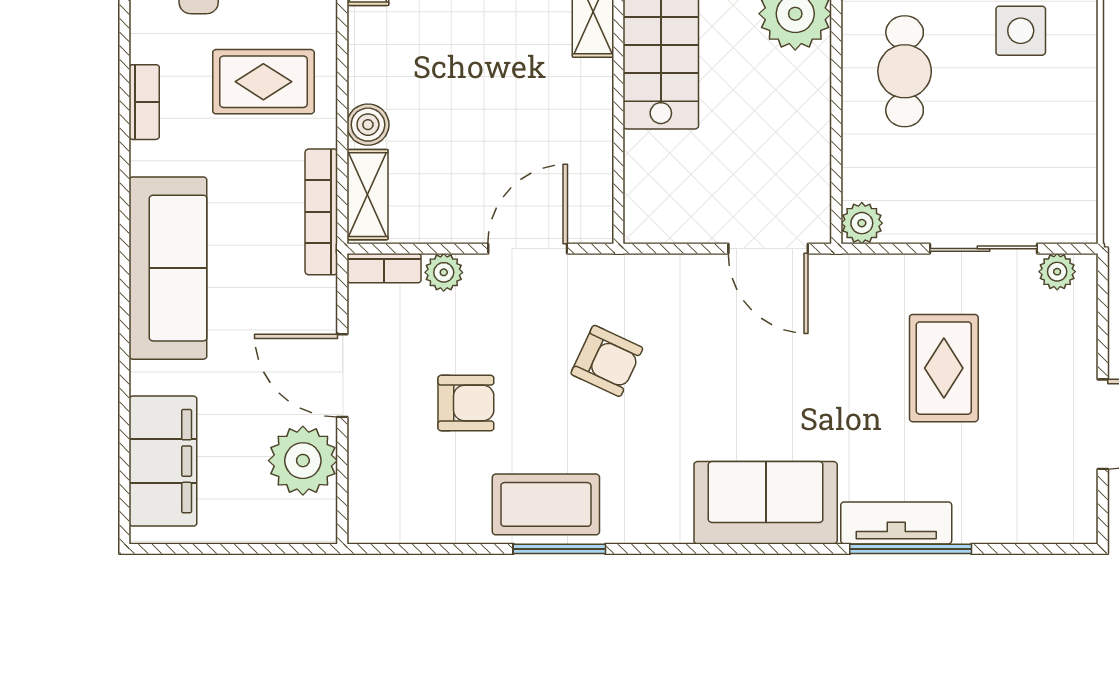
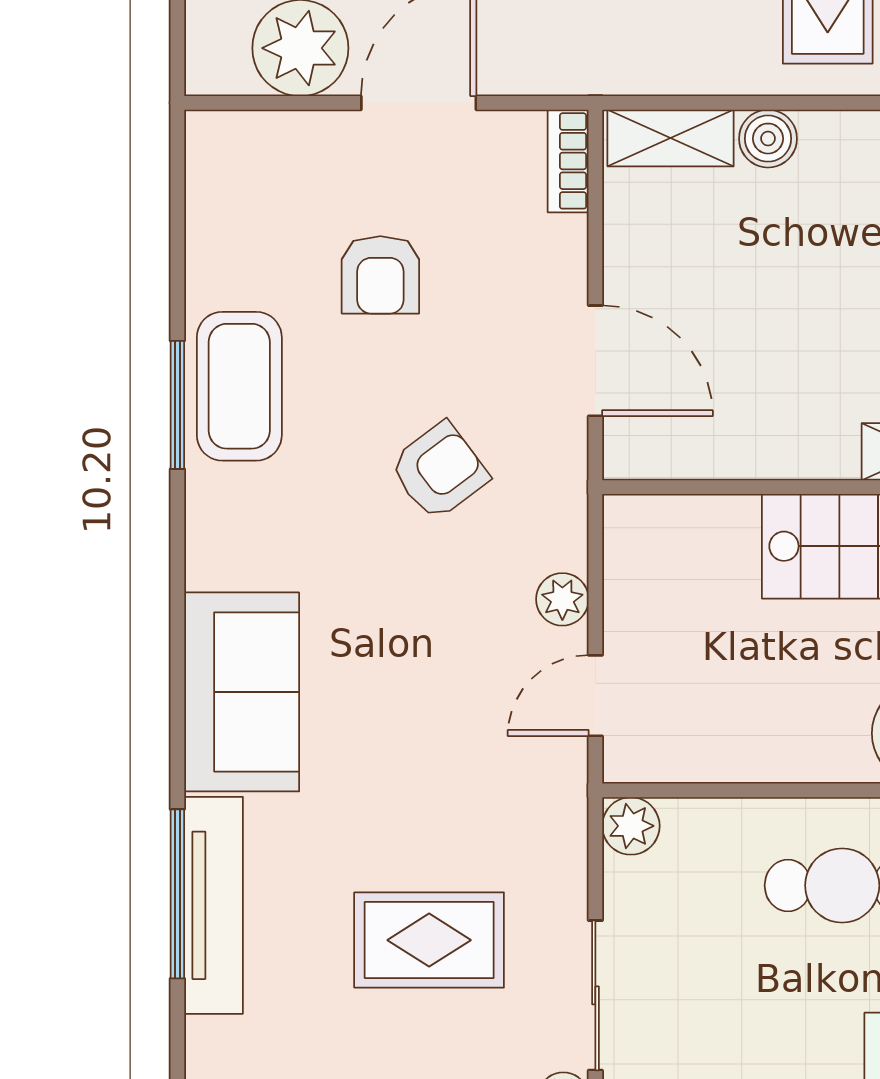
bookcase: (321, 212) -> (647, 74), removed
door: (768, 249) -> (595, 696), width x0.73
plant: (444, 272) -> (562, 599), moved
armchair: (607, 361) -> (439, 471), turned -152
tv unit: (896, 523) -> (214, 905), width x1.41

